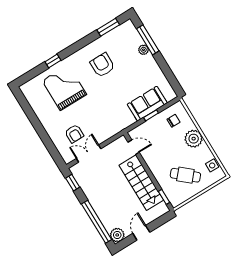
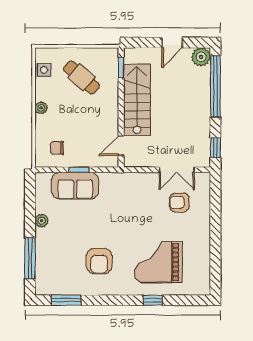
plant: (144, 50) -> (42, 221), moved
grand piano: (64, 88) -> (158, 262), turned 90
armchair: (74, 134) -> (179, 202), turned -90
plant: (194, 139) -> (41, 108), width x0.53, depth x0.53
door: (134, 147) -> (121, 146), hinge flipped

